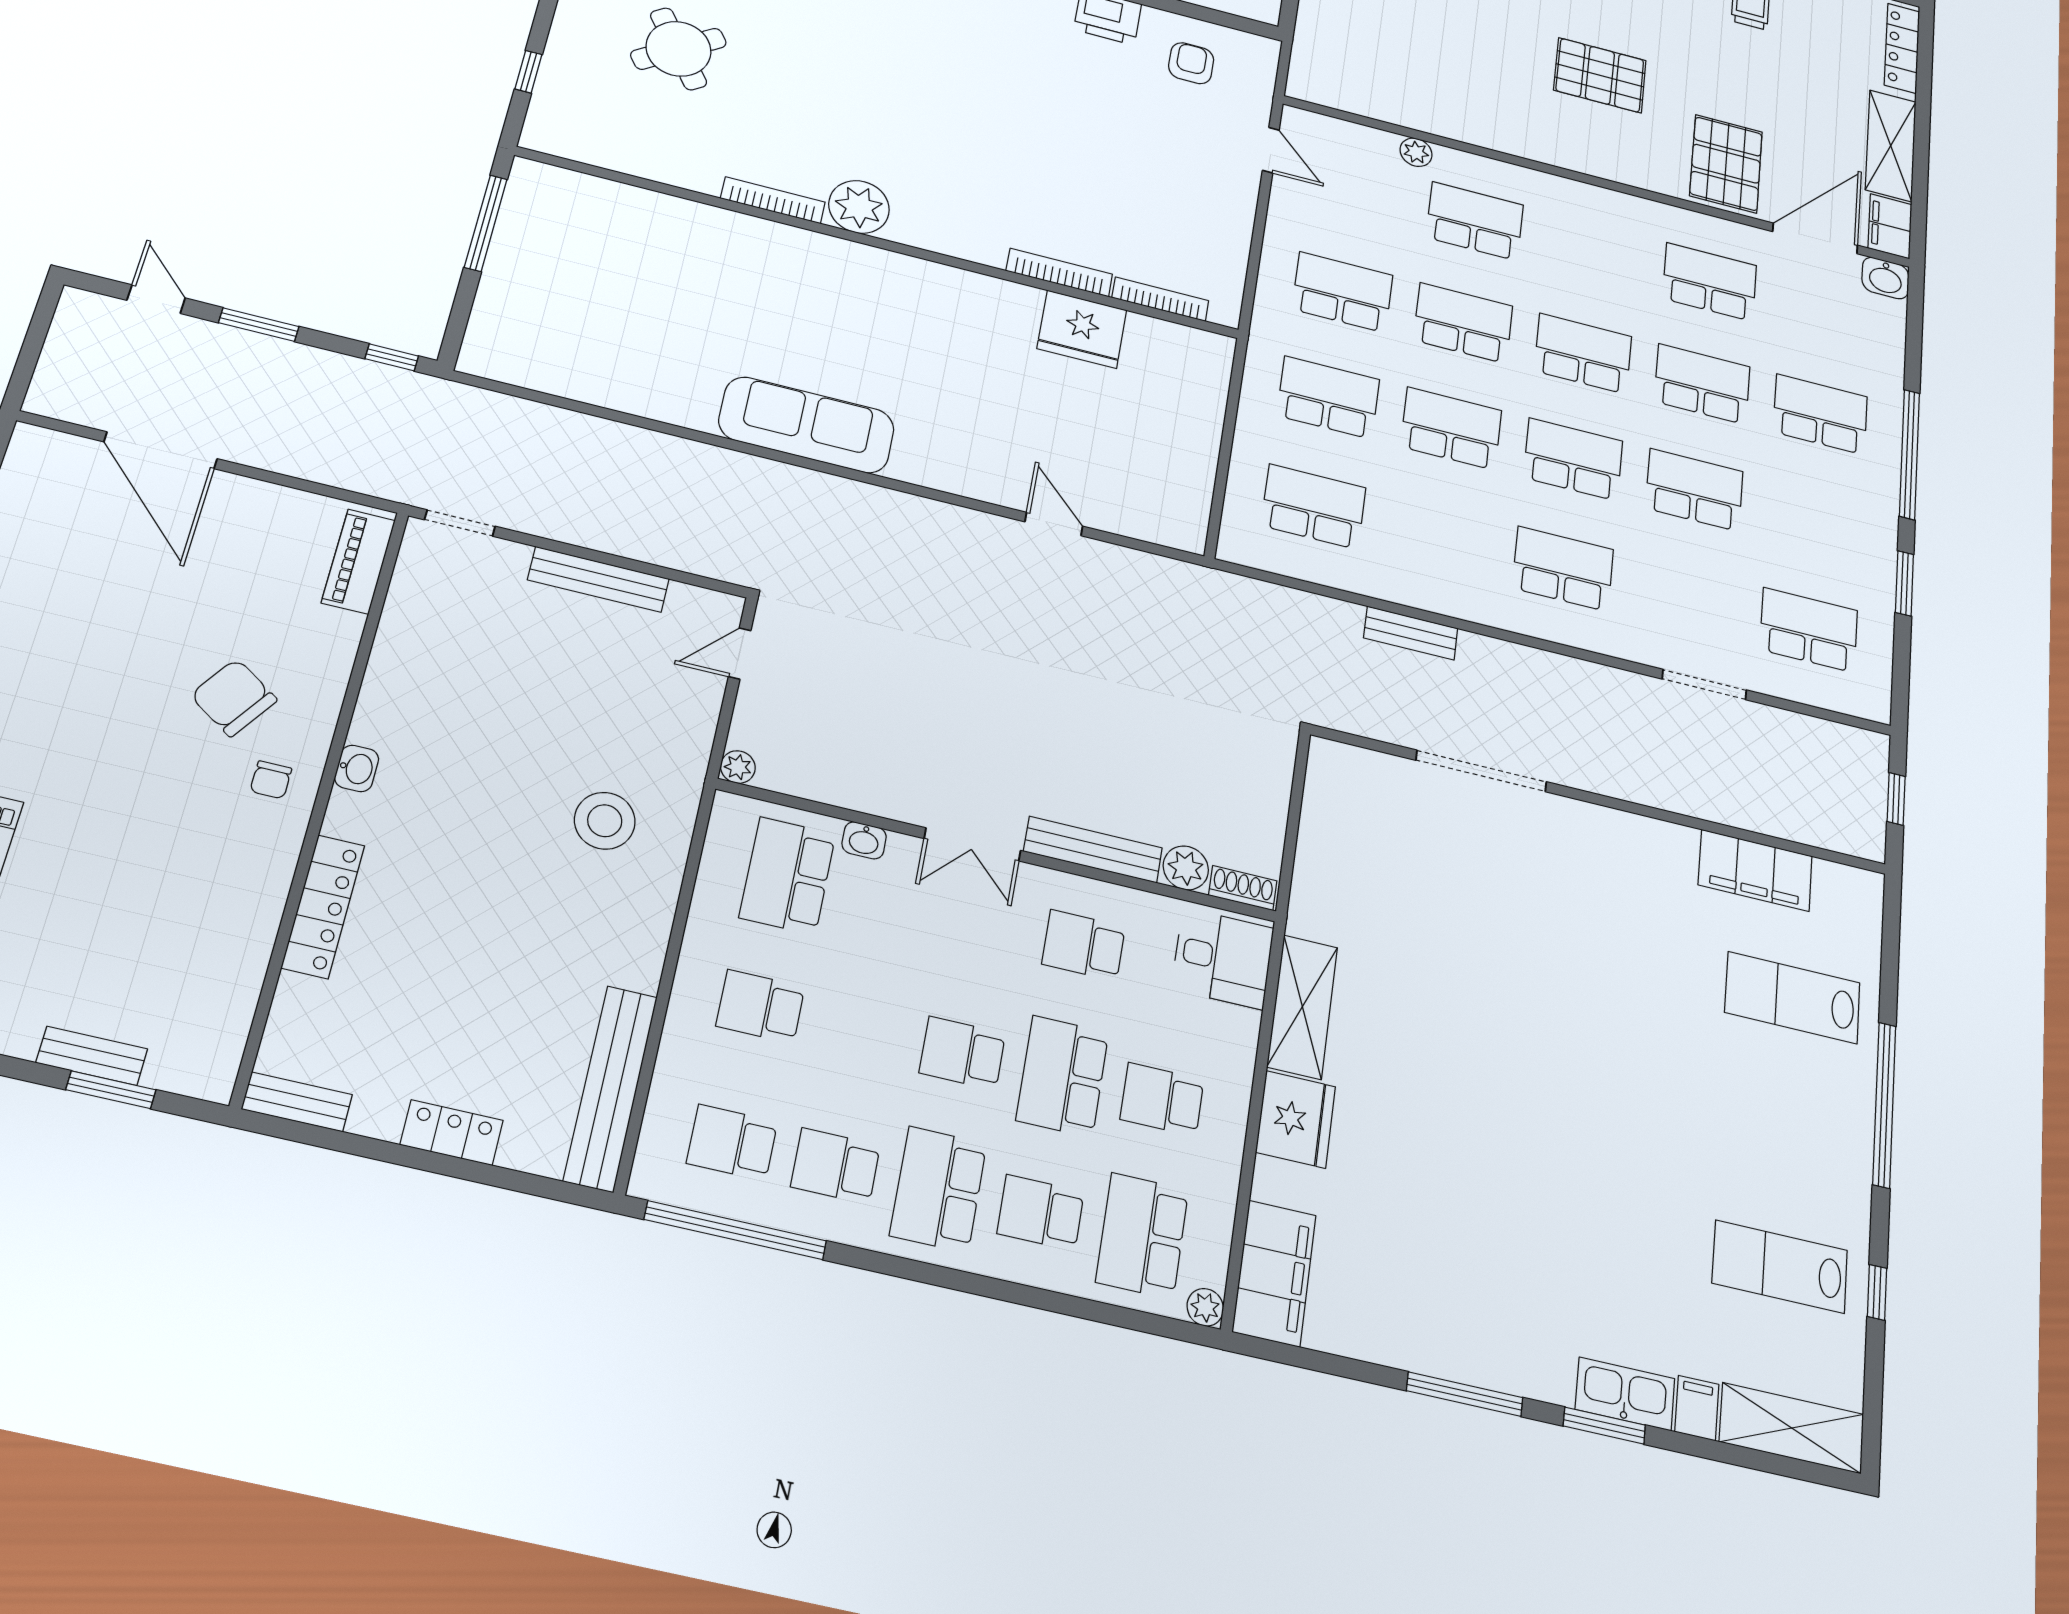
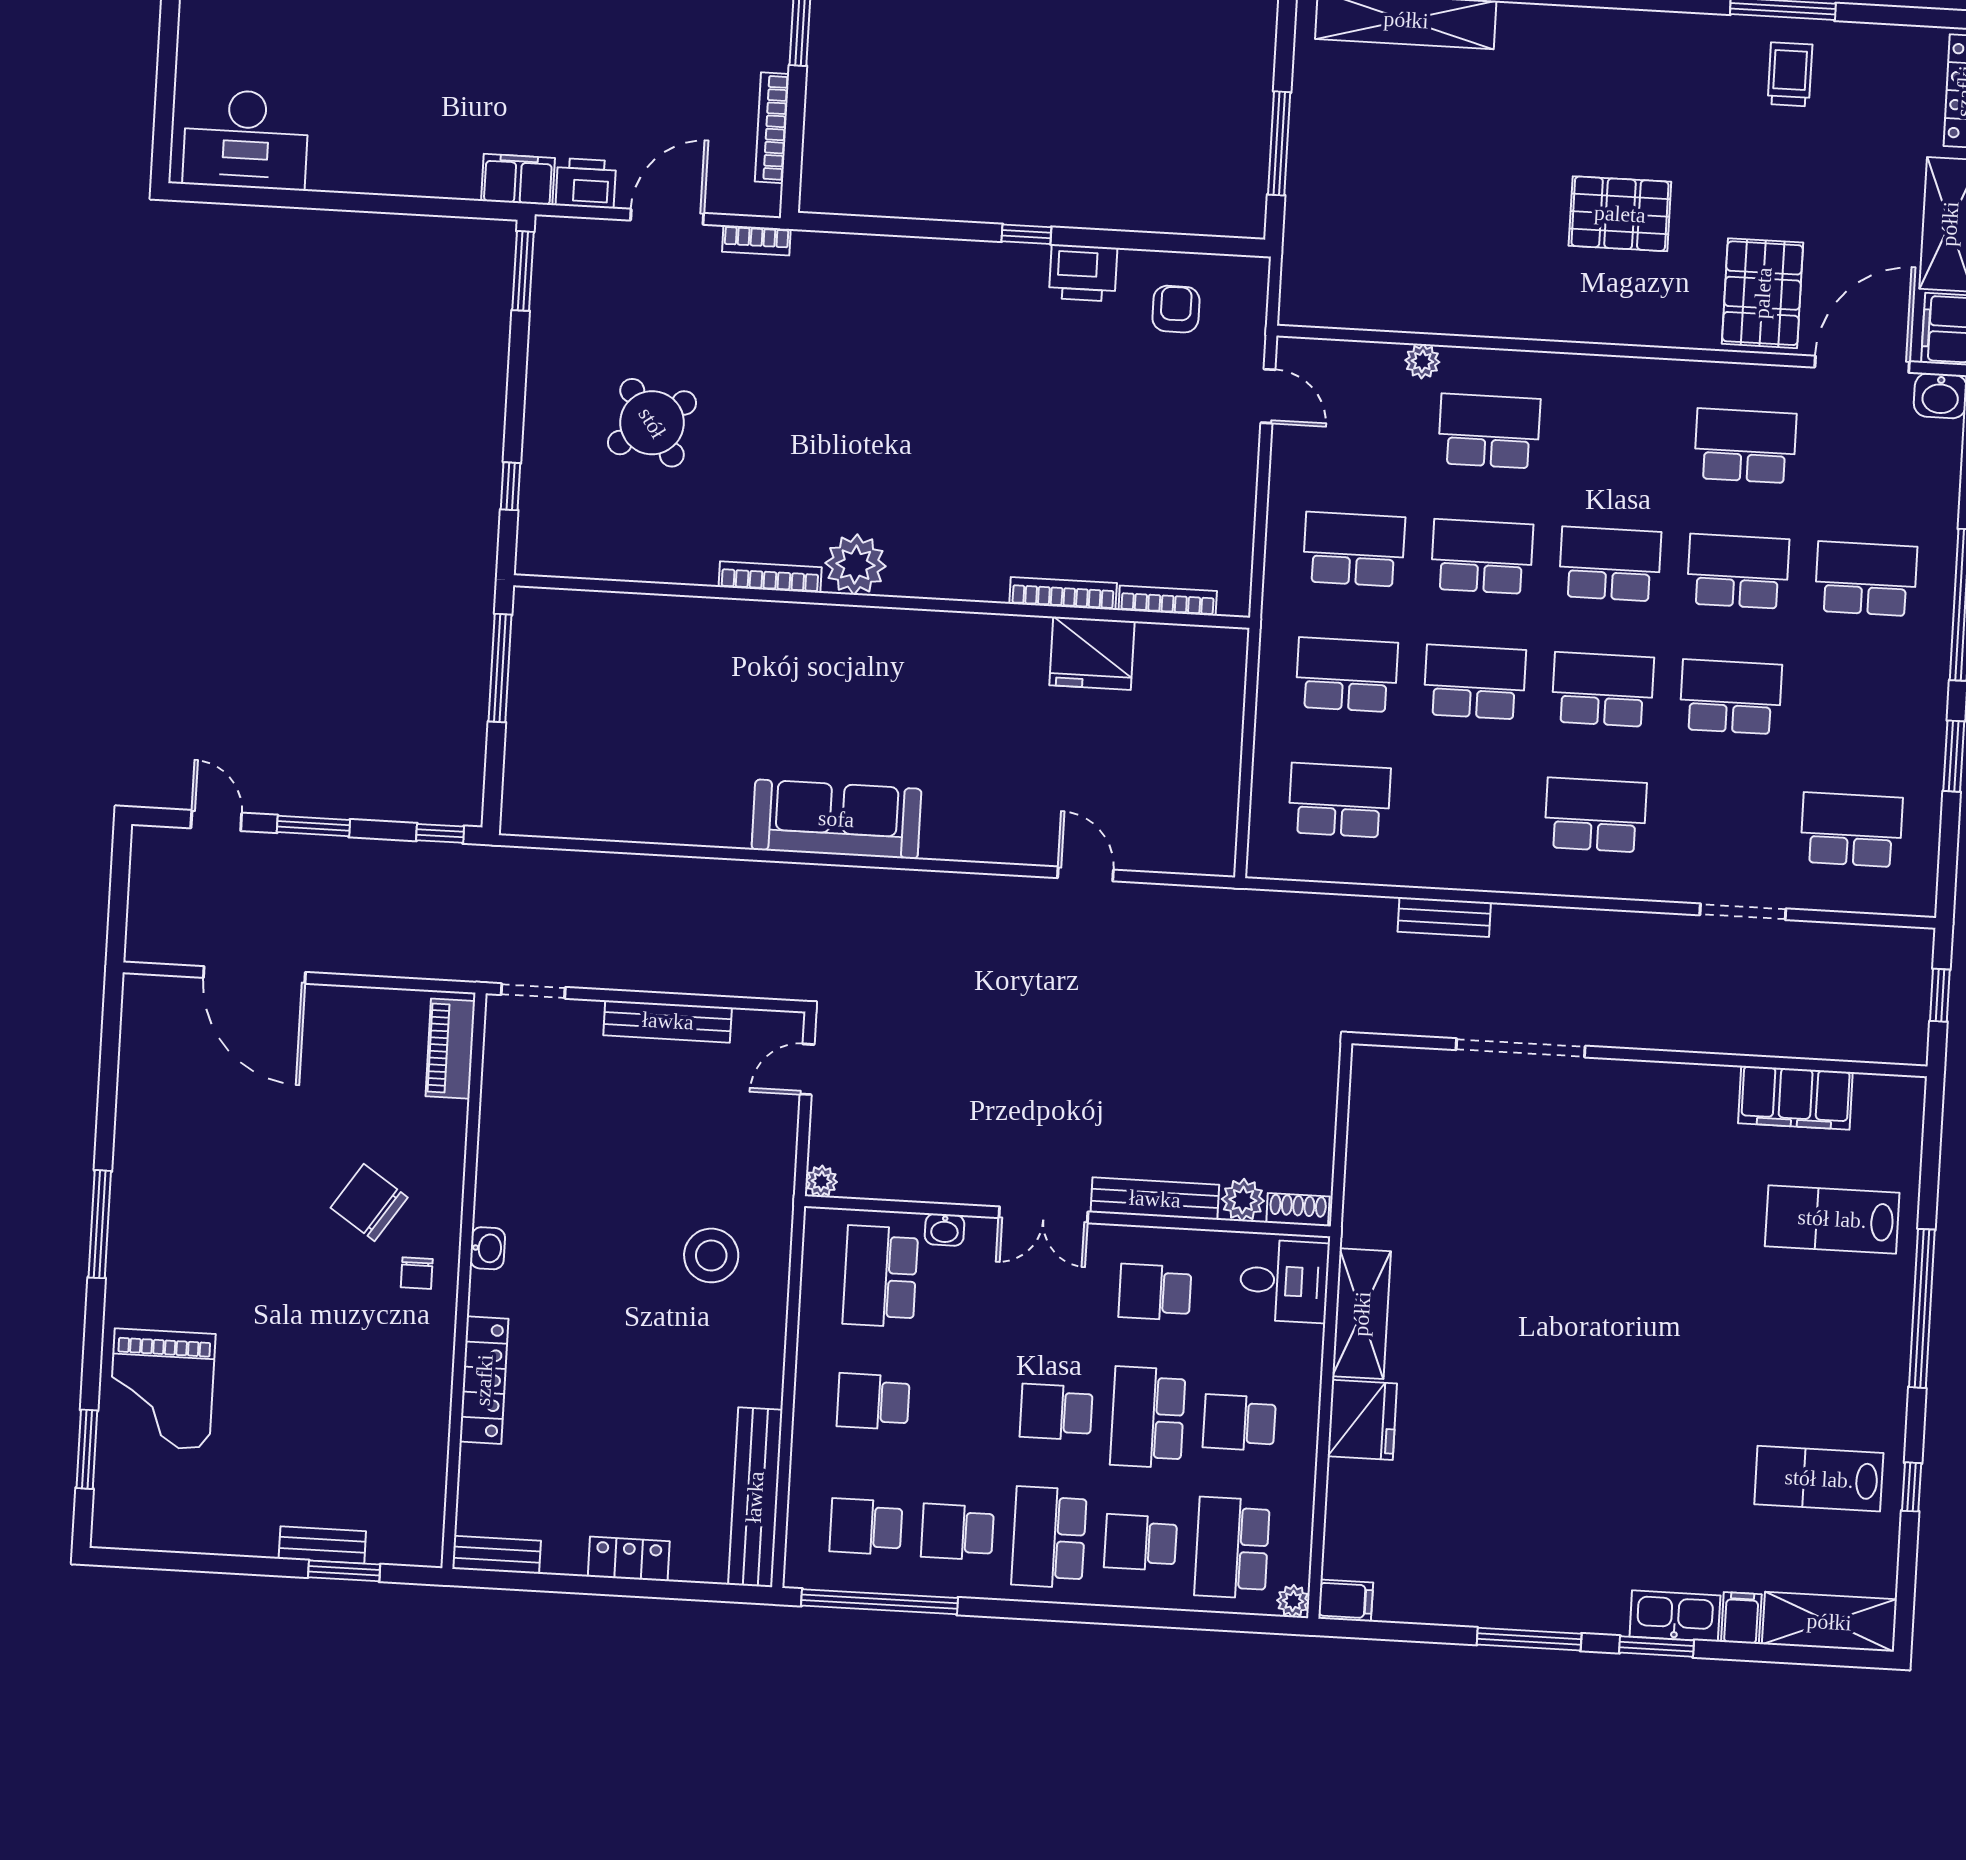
filing cabinet: (1274, 1273) -> (1346, 1601), width x0.33, depth x0.86

